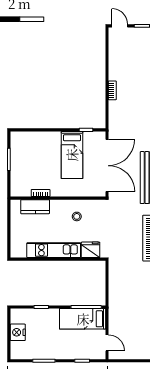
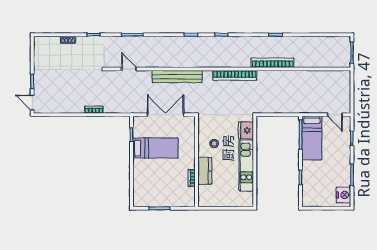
door: (120, 26) -> (32, 103), hinge flipped
double door: (107, 166) -> (165, 115), width x0.73
kitchen counter: (35, 207) -> (205, 171), moved
nightstand: (18, 332) -> (343, 195), moved, turned -90
door: (107, 343) -> (335, 115), swing flipped

